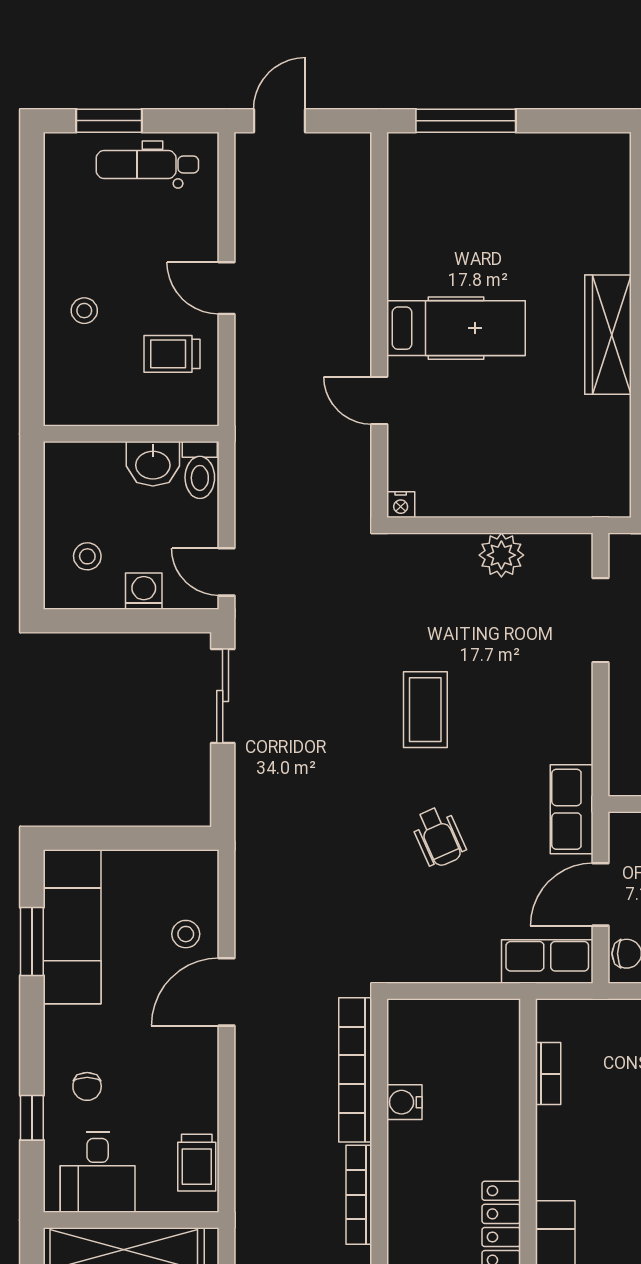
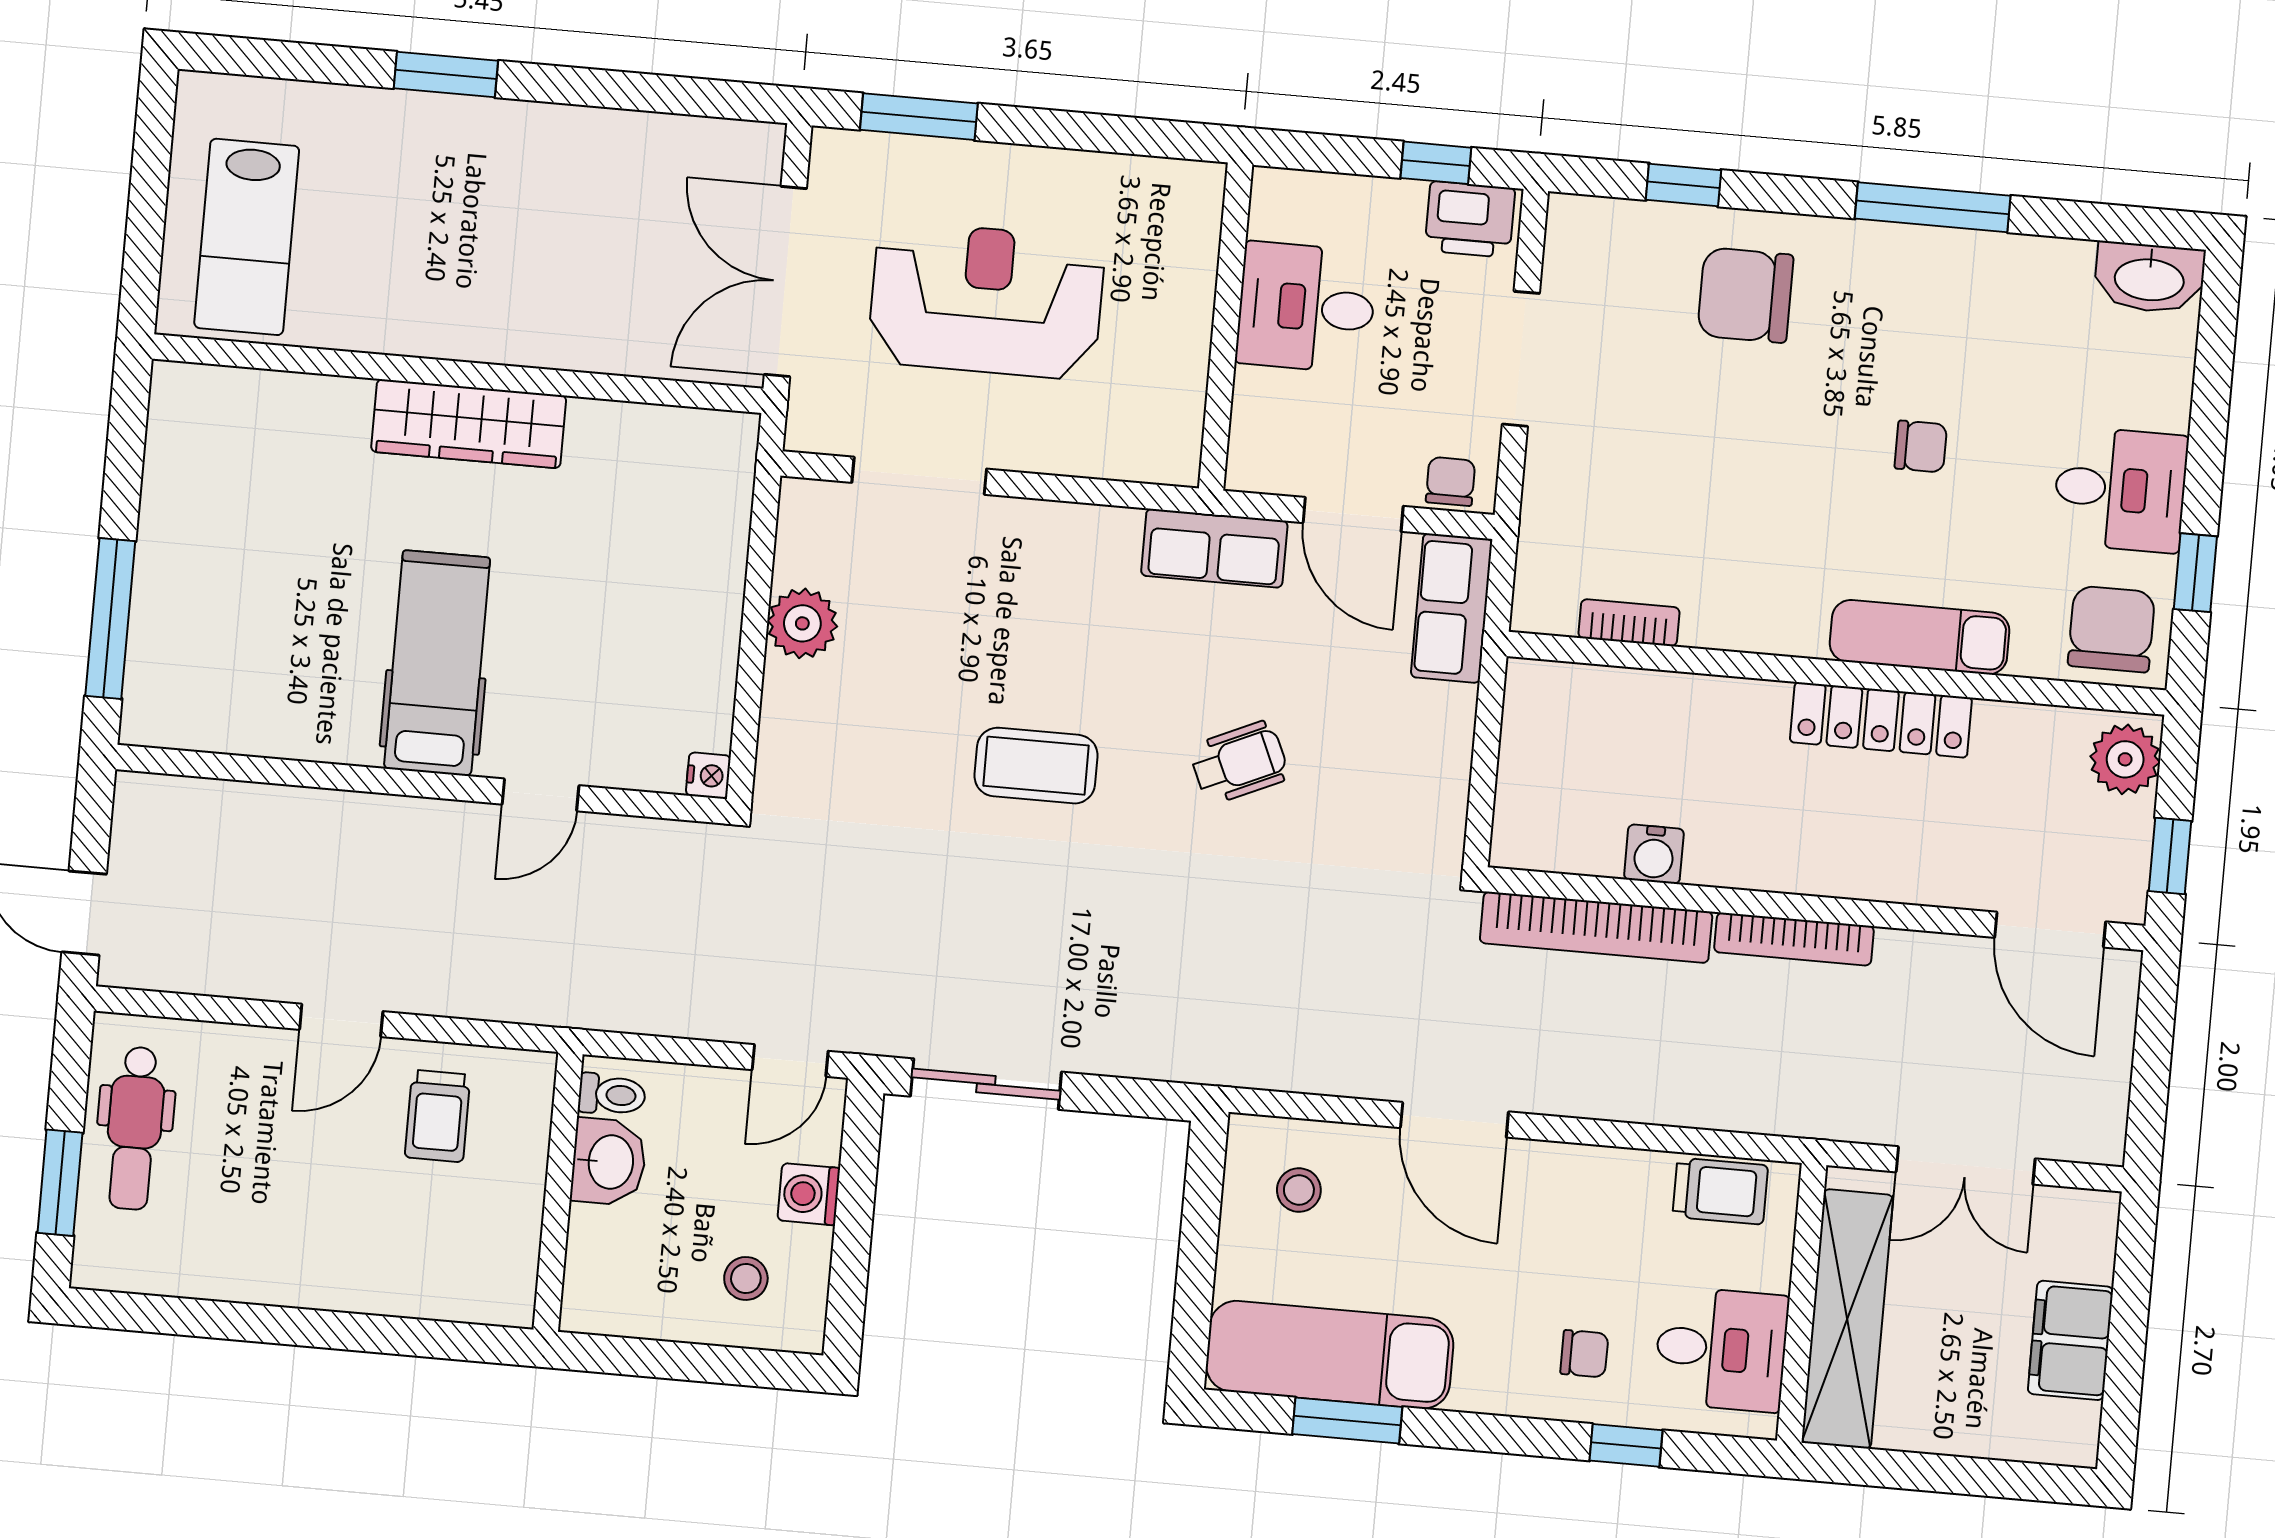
stool: (84, 311) -> (357, 1249), removed
toilet: (200, 470) -> (612, 1095), width x0.73, depth x0.72
stool: (186, 934) -> (1299, 1190), moved

